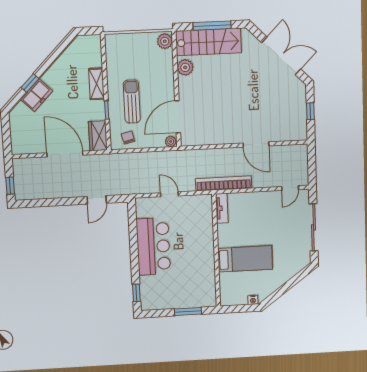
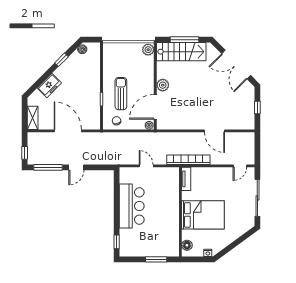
boiler: (77, 45) -> (82, 49), added
double door: (281, 56) -> (236, 65), swing flipped
plant: (185, 67) -> (163, 85), moved
window: (30, 83) -> (61, 60), moved
shelving: (97, 84) -> (33, 118), moved
wardrobe: (98, 136) -> (94, 118), removed
door: (97, 200) -> (76, 167), moved
window: (42, 203) -> (48, 167), added
bed: (245, 259) -> (203, 215), width x1.50
floor lamp: (226, 292) -> (187, 245), added

